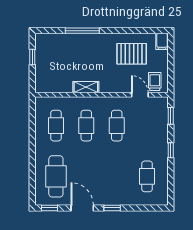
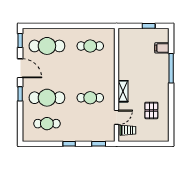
filing cabinet: (162, 41) -> (162, 48), moved
pallet: (132, 54) -> (151, 110), width x0.67, depth x0.71
shelving: (86, 87) -> (123, 91), moved
cafe table: (86, 126) -> (47, 98), moved, width x1.37, depth x1.35
door: (82, 208) -> (20, 68), hinge flipped

